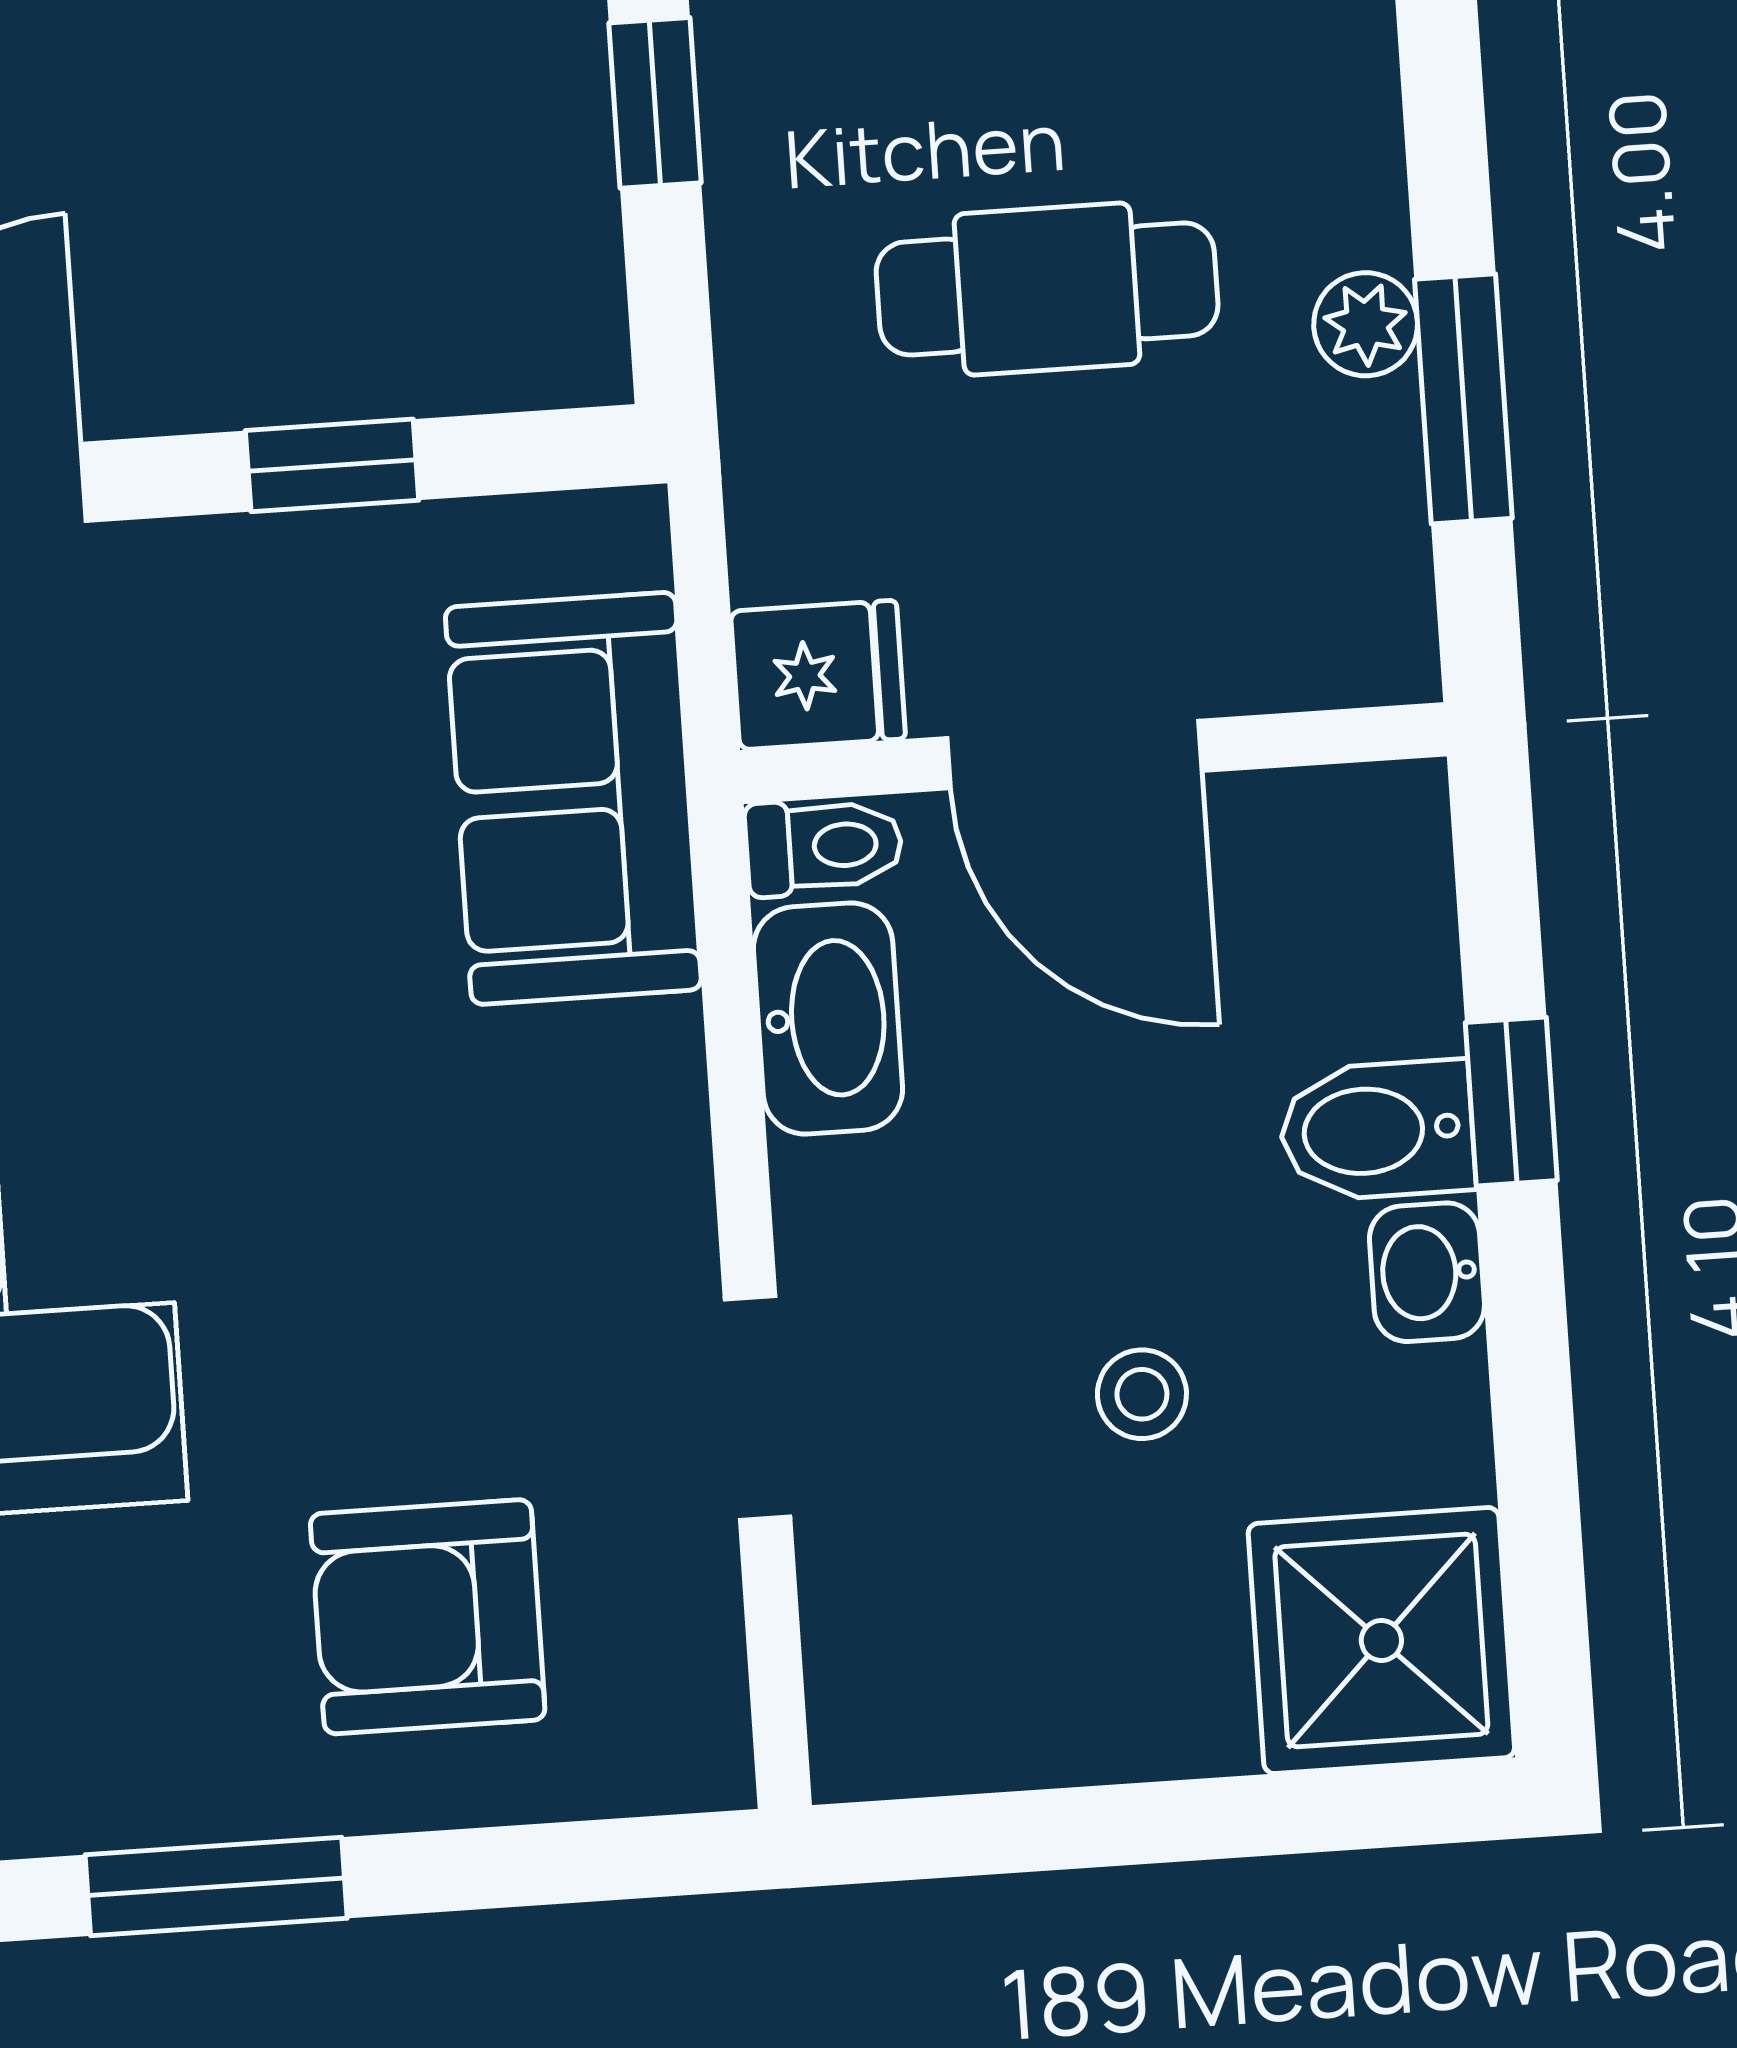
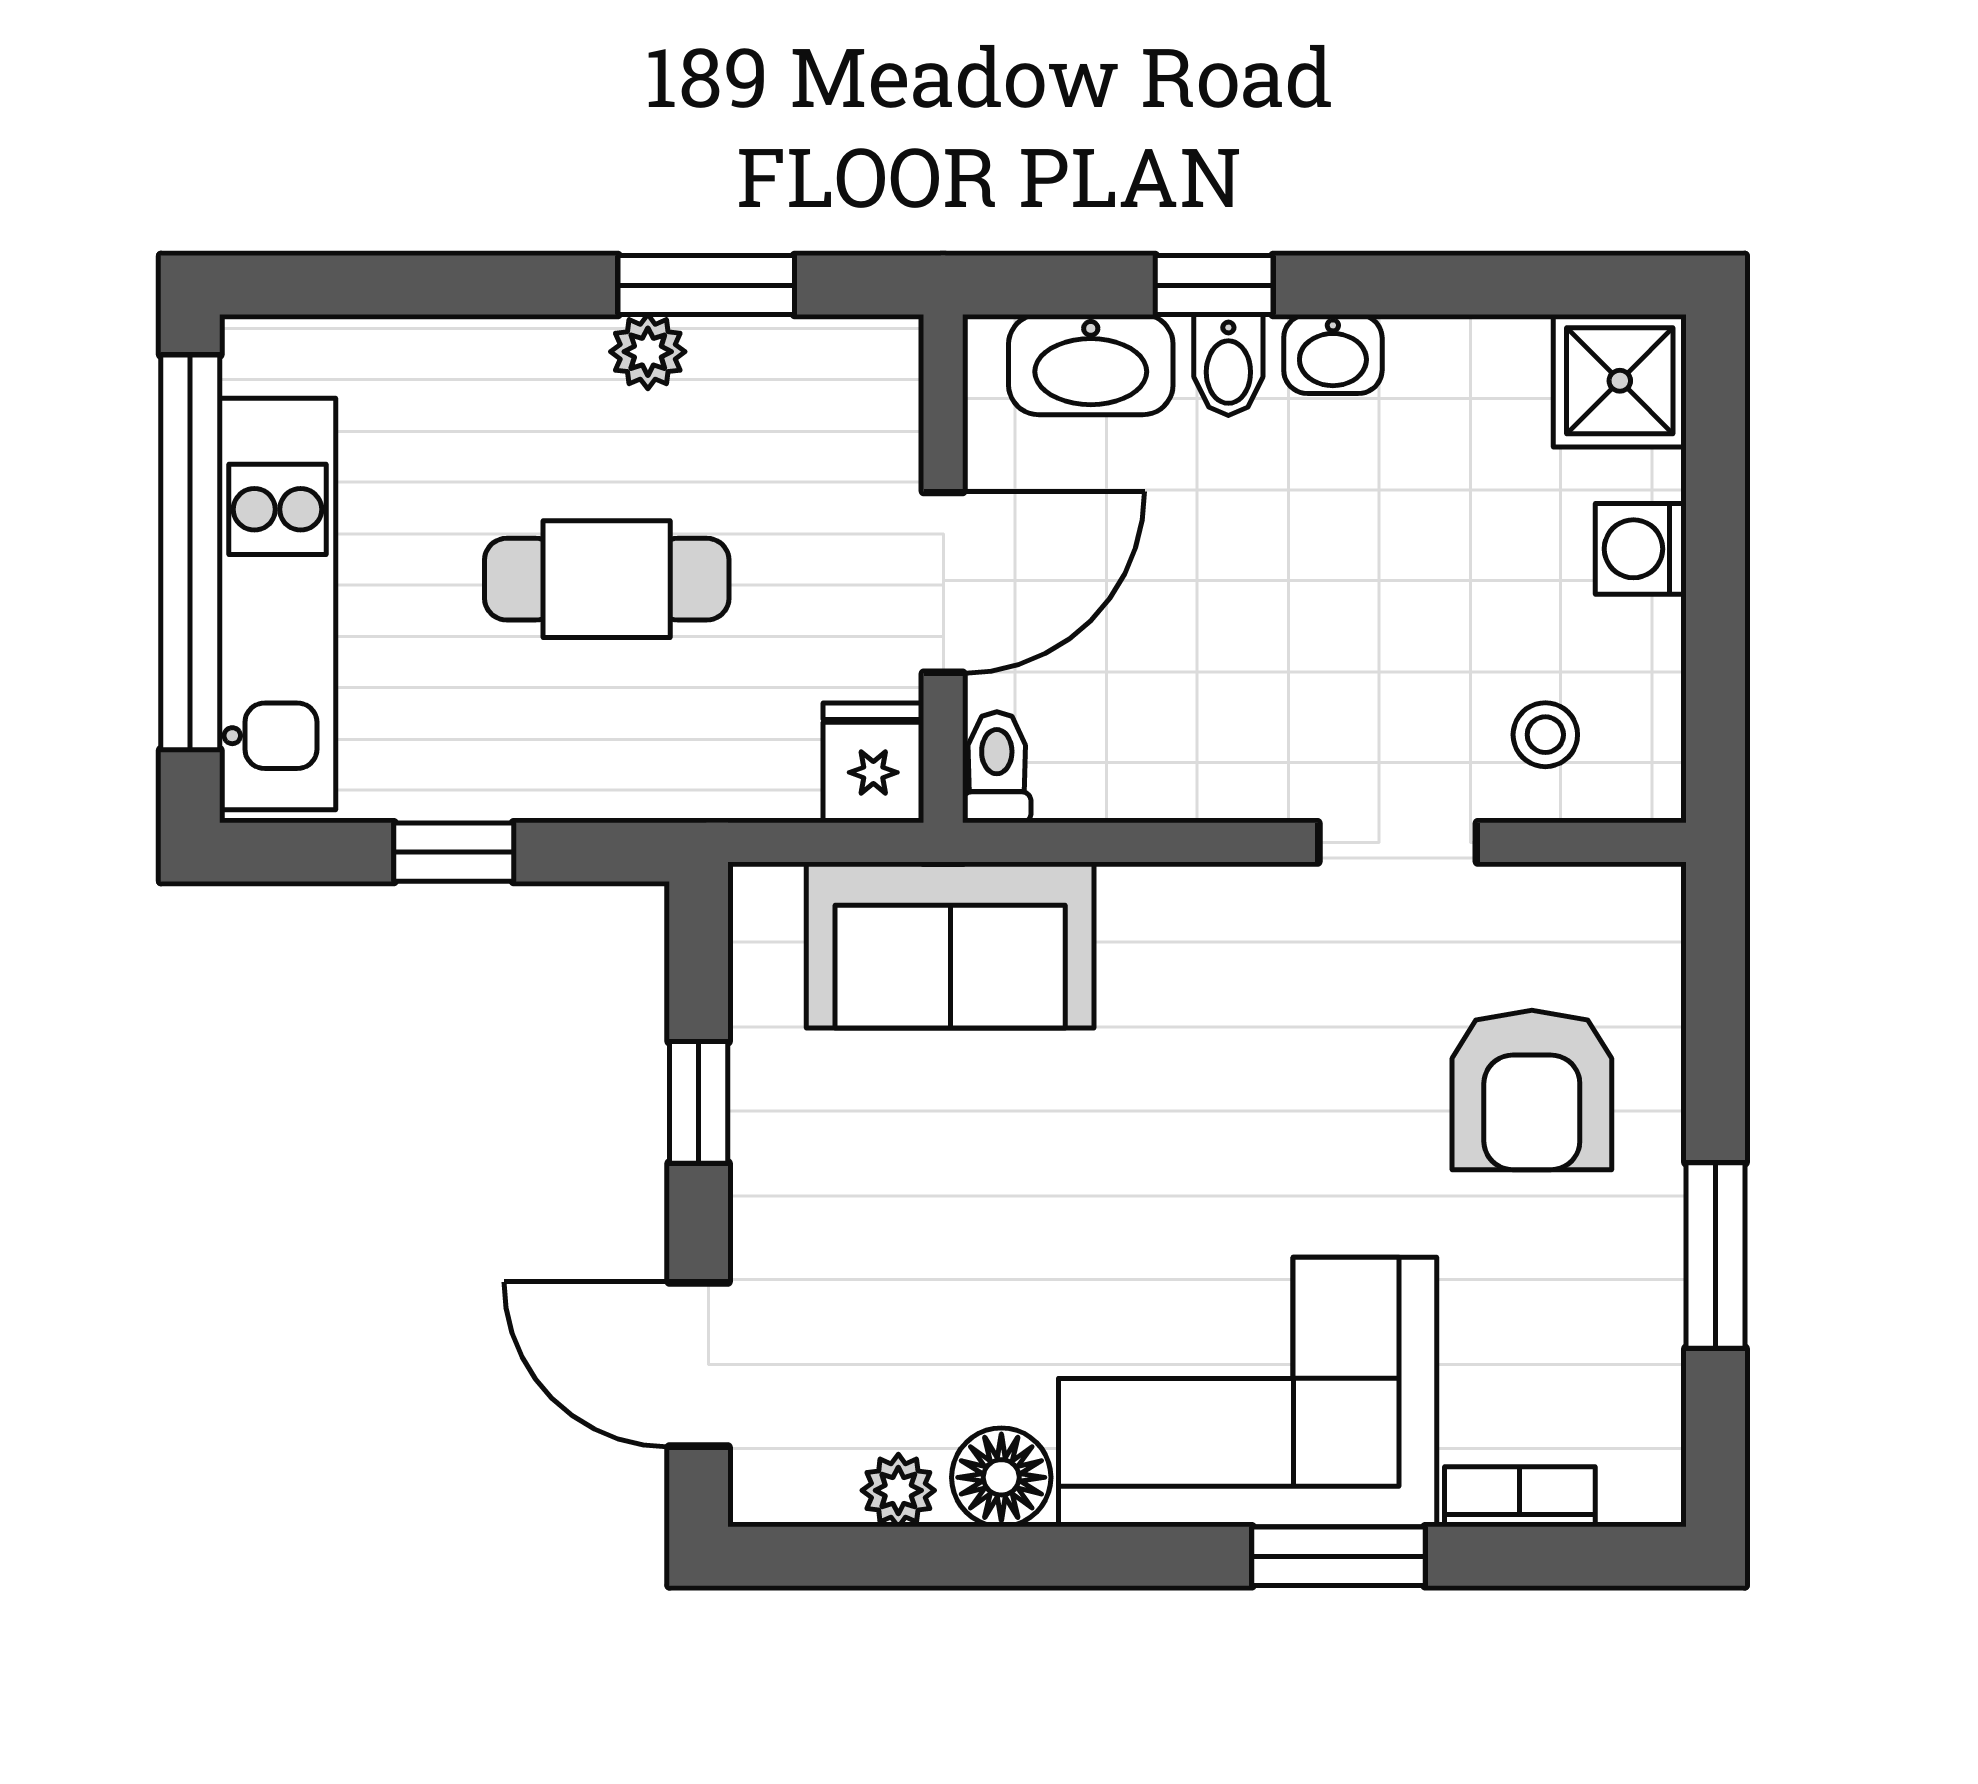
cafe table: (1047, 289) -> (607, 579), turned 90
washbasin: (828, 1018) -> (1091, 365), moved, turned 180
bidet: (1377, 1130) -> (1228, 365), width x0.72, depth x0.74
stool: (1142, 1394) -> (1545, 735), moved
shower: (1381, 1641) -> (1620, 381), width x0.73, depth x0.73
washing machine: (1187, 1716) -> (1641, 549), added

